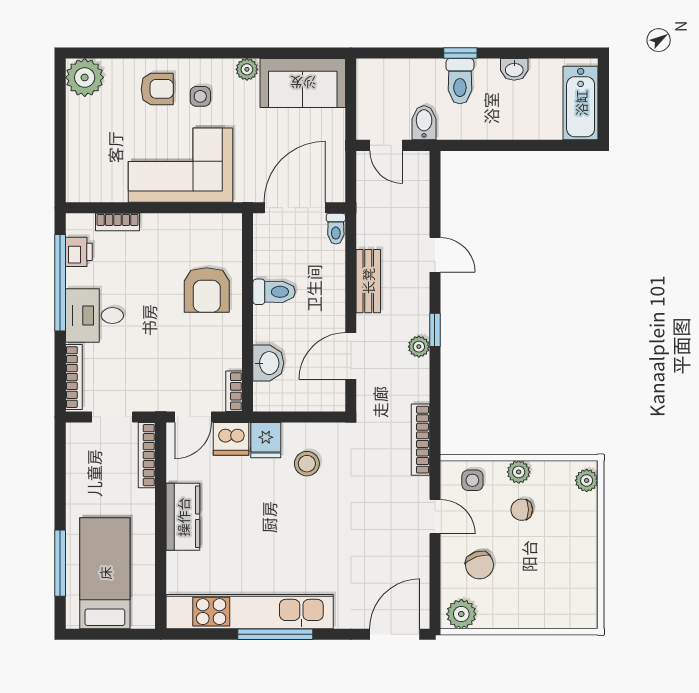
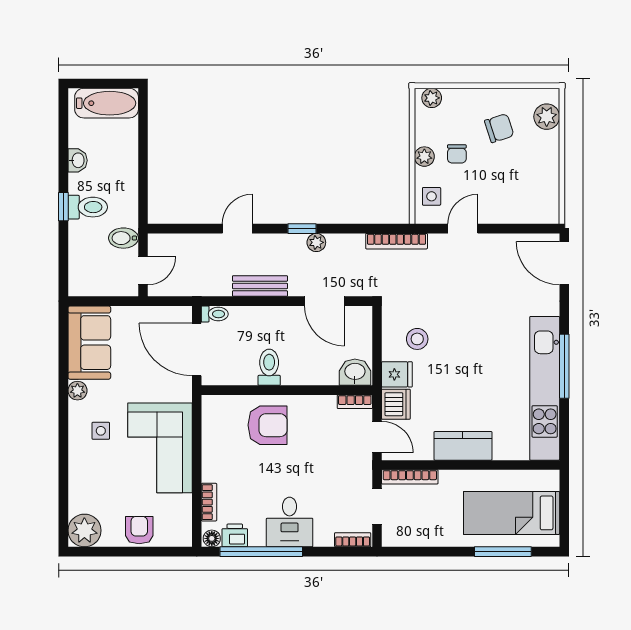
armchair: (157, 89) -> (139, 530), moved
floor lamp: (75, 225) -> (212, 538), added
washbasin: (268, 363) -> (355, 372), moved
bookcase: (74, 377) -> (353, 540), width x0.64
chair: (479, 565) -> (499, 128), moved
plant: (461, 614) -> (547, 117), moved

